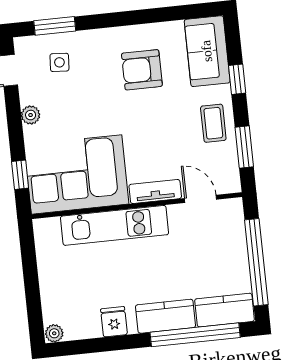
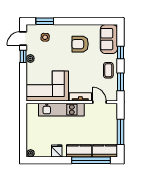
window: (20, 175) -> (23, 56), moved
window: (256, 262) -> (120, 132), width x0.68

